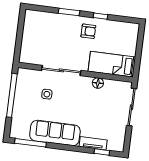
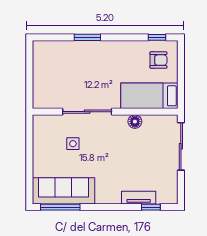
window: (100, 16) -> (157, 37), moved
armchair: (88, 31) -> (158, 60), moved
window: (12, 95) -> (29, 151), removed
sofa: (55, 133) -> (64, 191), moved

